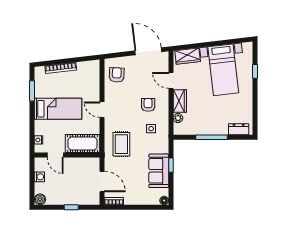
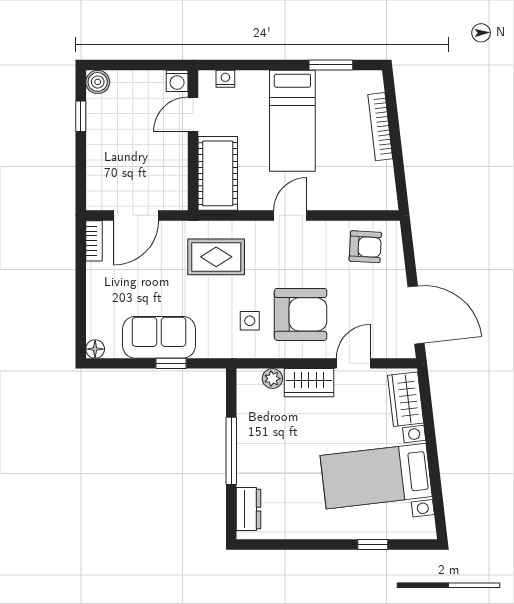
door: (148, 51) -> (416, 315), hinge flipped
armchair: (148, 105) -> (301, 314), width x1.88, depth x1.88
washing machine: (39, 177) -> (177, 81), moved
window: (71, 207) -> (81, 116), moved

